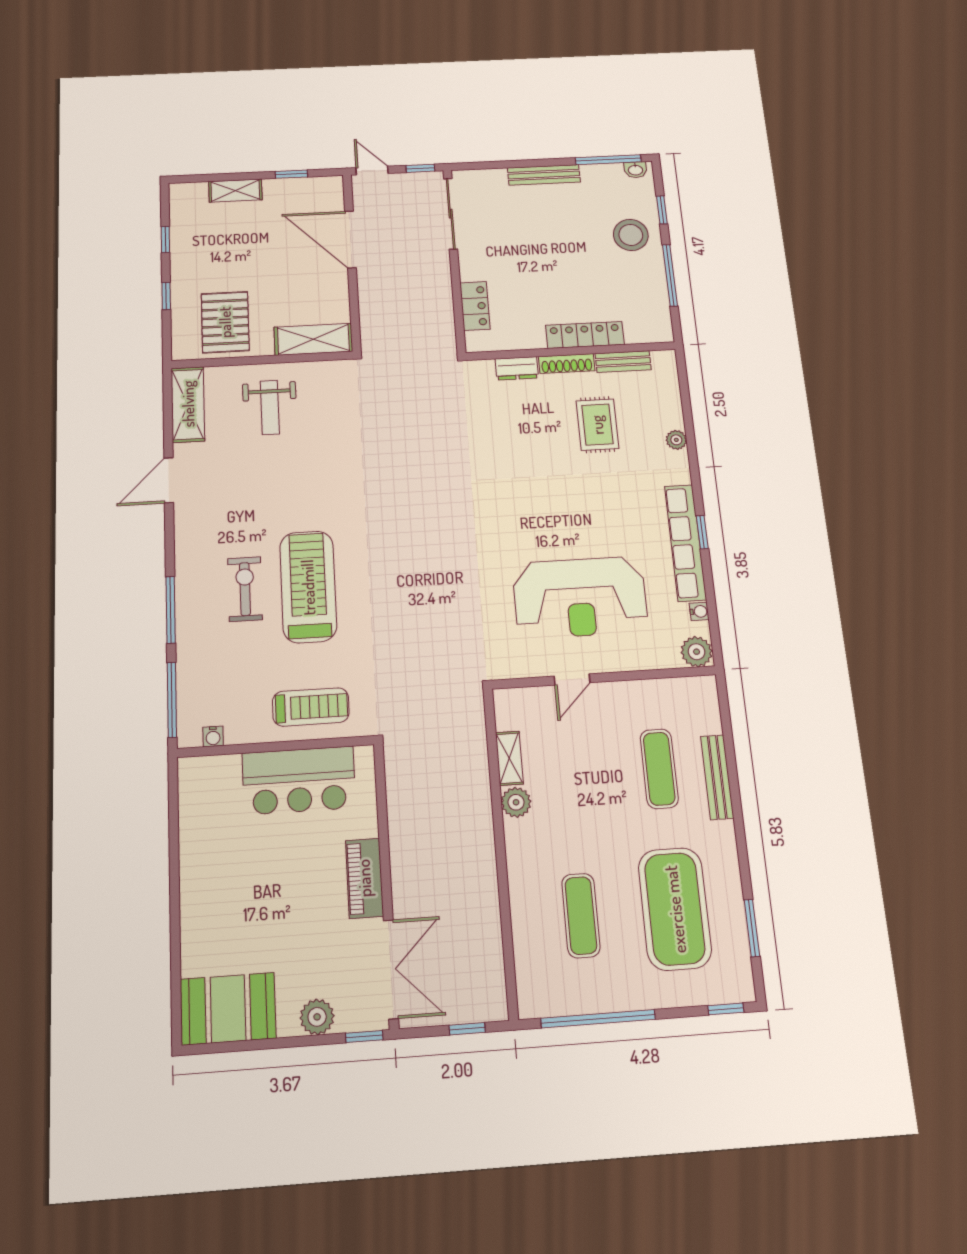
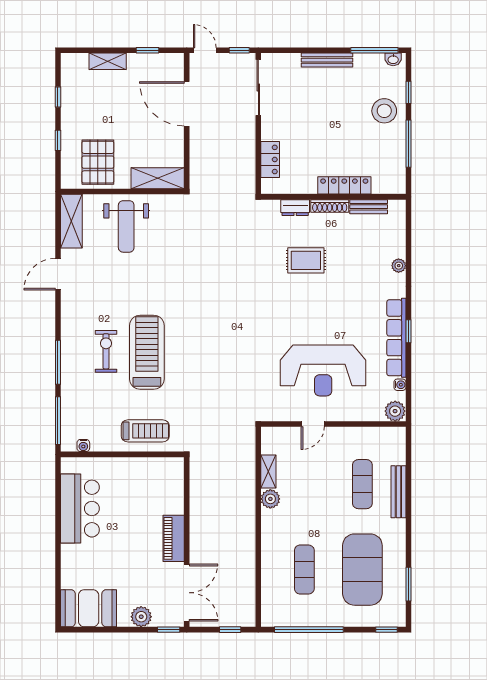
weight bench: (270, 407) -> (126, 226), width x1.36, depth x1.33
rug: (597, 425) -> (306, 260), moved, turned 90
bar counter: (299, 780) -> (80, 509), moved, turned -90

